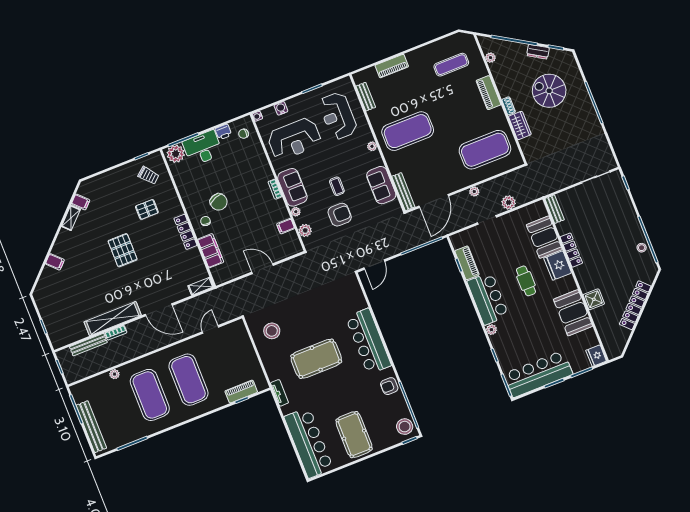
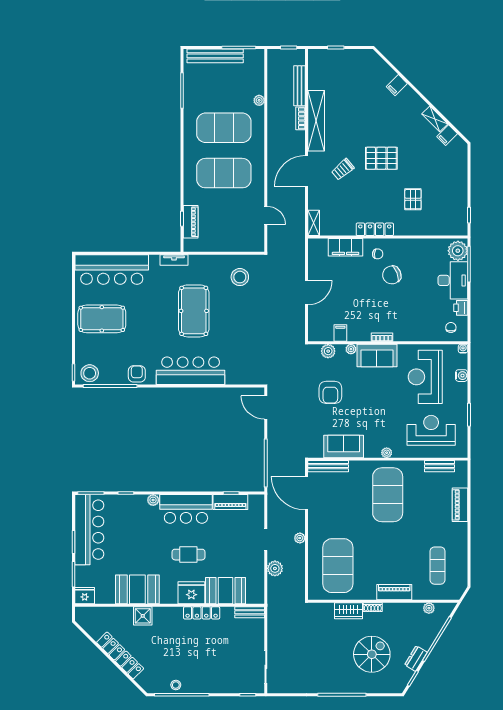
trolley: (148, 175) -> (343, 169), moved
coffee table: (337, 186) -> (360, 401), removed

